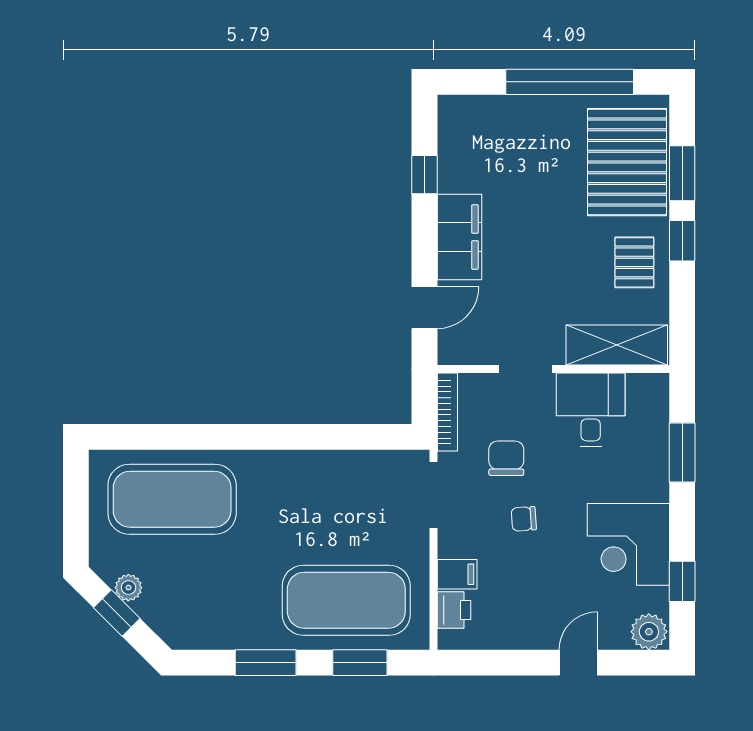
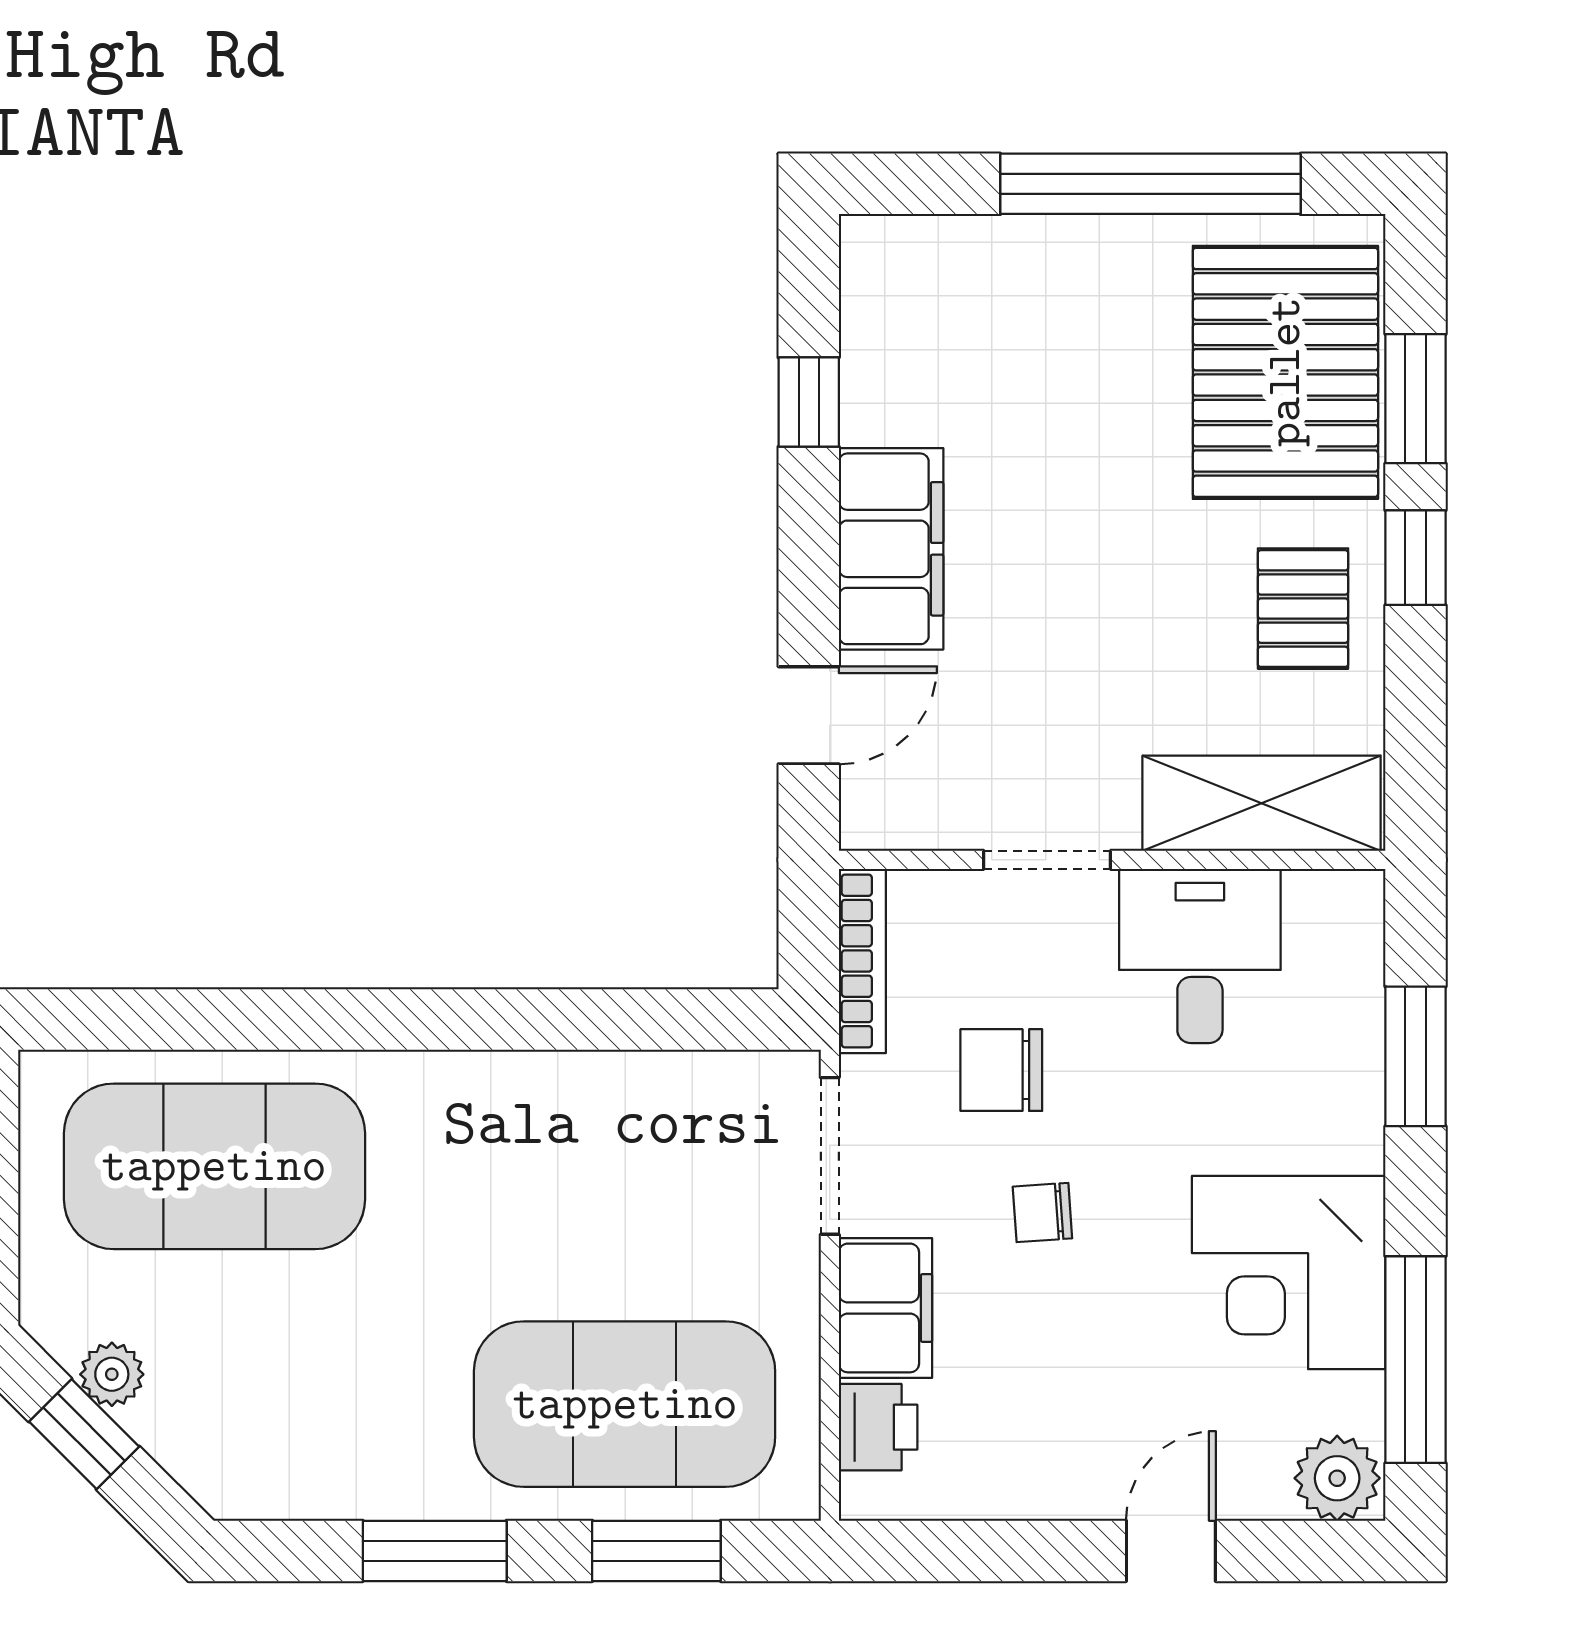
chair: (506, 458) -> (1001, 1070), turned -90
filing cabinet: (457, 574) -> (885, 1308), width x2.00
window: (682, 581) -> (1415, 1360), width x2.17

